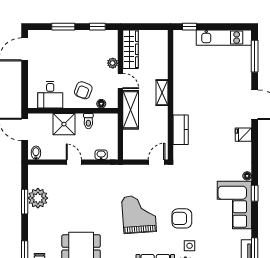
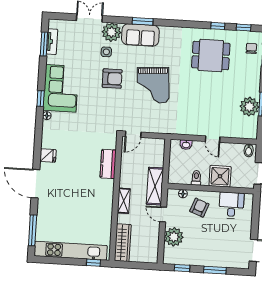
kitchen unit: (224, 38) -> (71, 251), width x1.36
wardrobe: (130, 49) -> (123, 243), moved, turned 180
plant: (113, 63) -> (174, 237), width x1.87, depth x1.87

